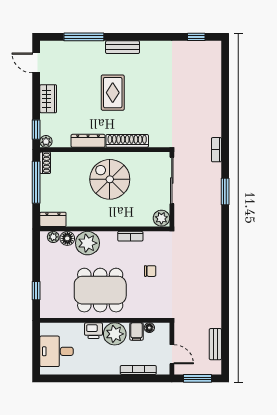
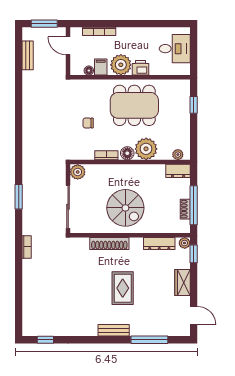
dresser: (88, 141) -> (159, 244), moved
bookcase: (216, 150) -> (27, 247), moved
shoe rack: (45, 163) -> (185, 209), moved
floor lamp: (67, 238) -> (127, 153), moved

